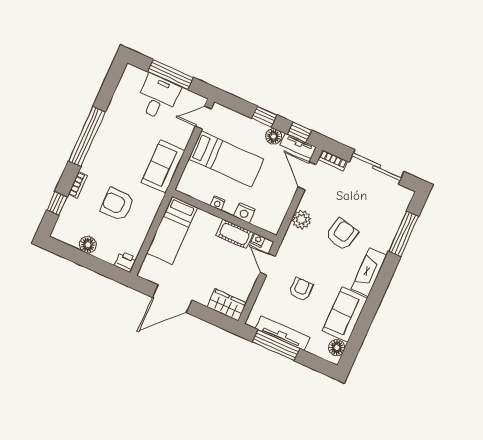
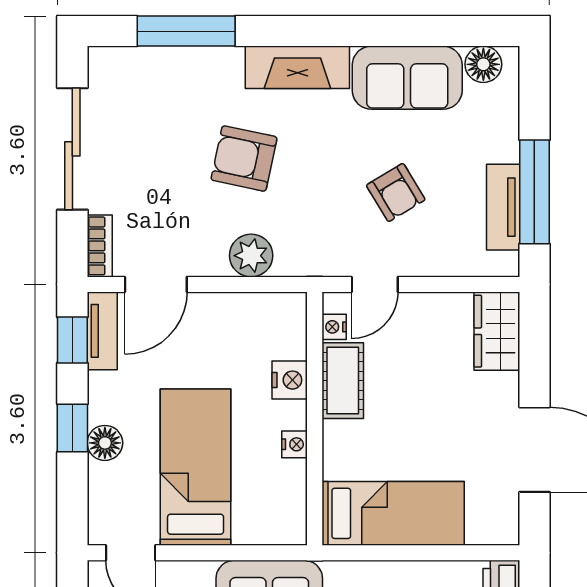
floor lamp: (274, 136) -> (105, 443), moved
armchair: (301, 289) -> (396, 192), turned -121
tv unit: (283, 333) -> (503, 207), width x0.71

